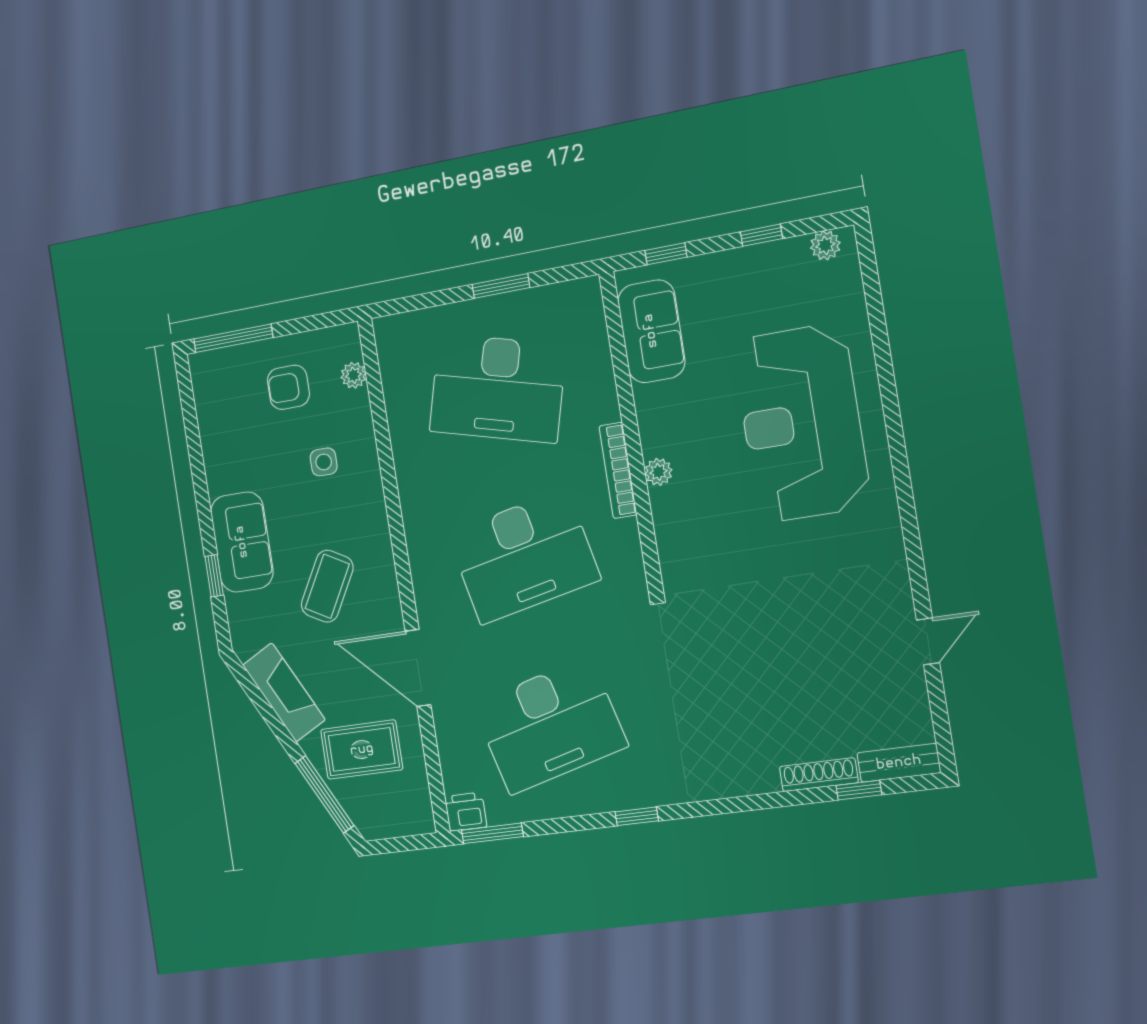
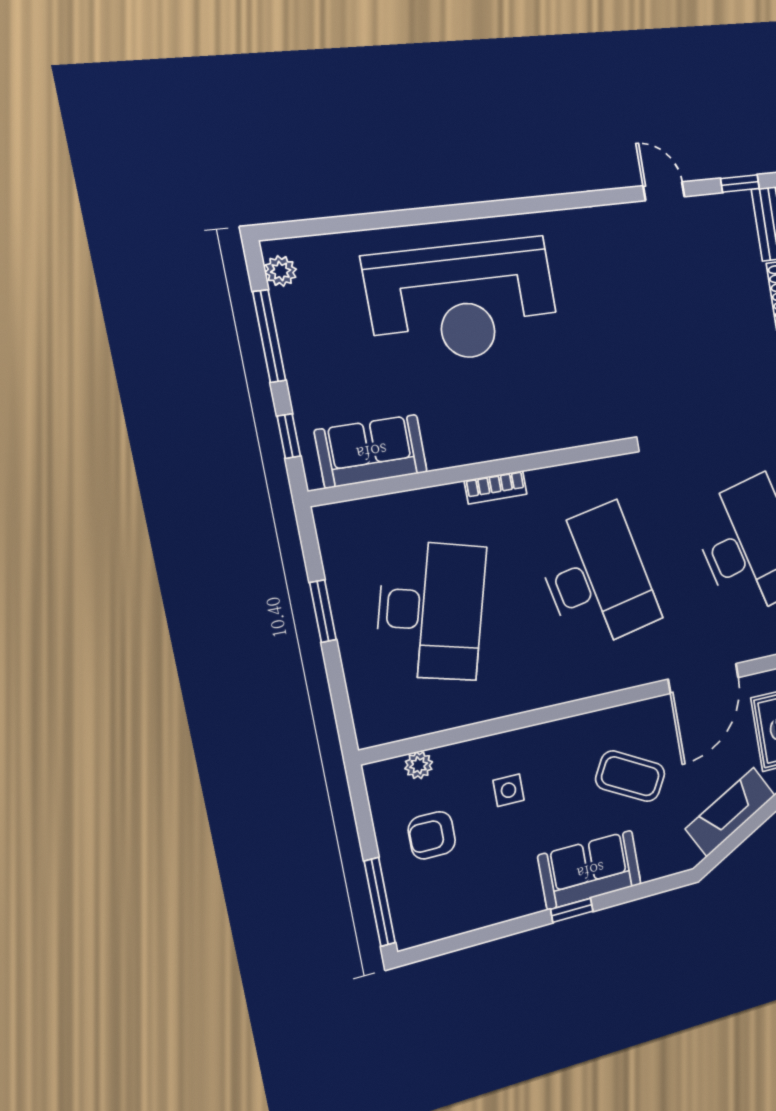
window: (761, 235) -> (269, 336), width x2.17
armchair: (288, 387) -> (432, 835), turned 90
bookcase: (618, 470) -> (496, 487), width x0.64
plant: (658, 472) -> (513, 444), removed
window: (214, 576) -> (572, 910), moved
window: (942, 730) -> (740, 184), added

